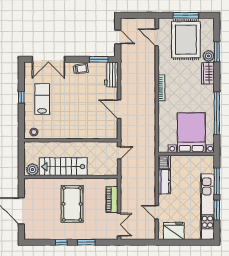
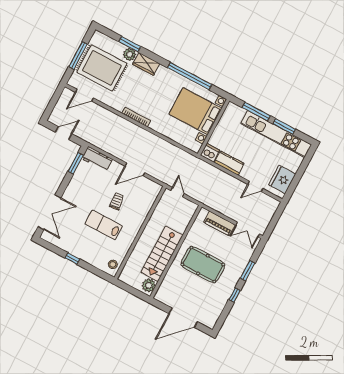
trolley: (81, 69) -> (117, 201), moved
lab bench: (42, 99) -> (104, 225), moved
double door: (119, 225) -> (248, 230), swing flipped

